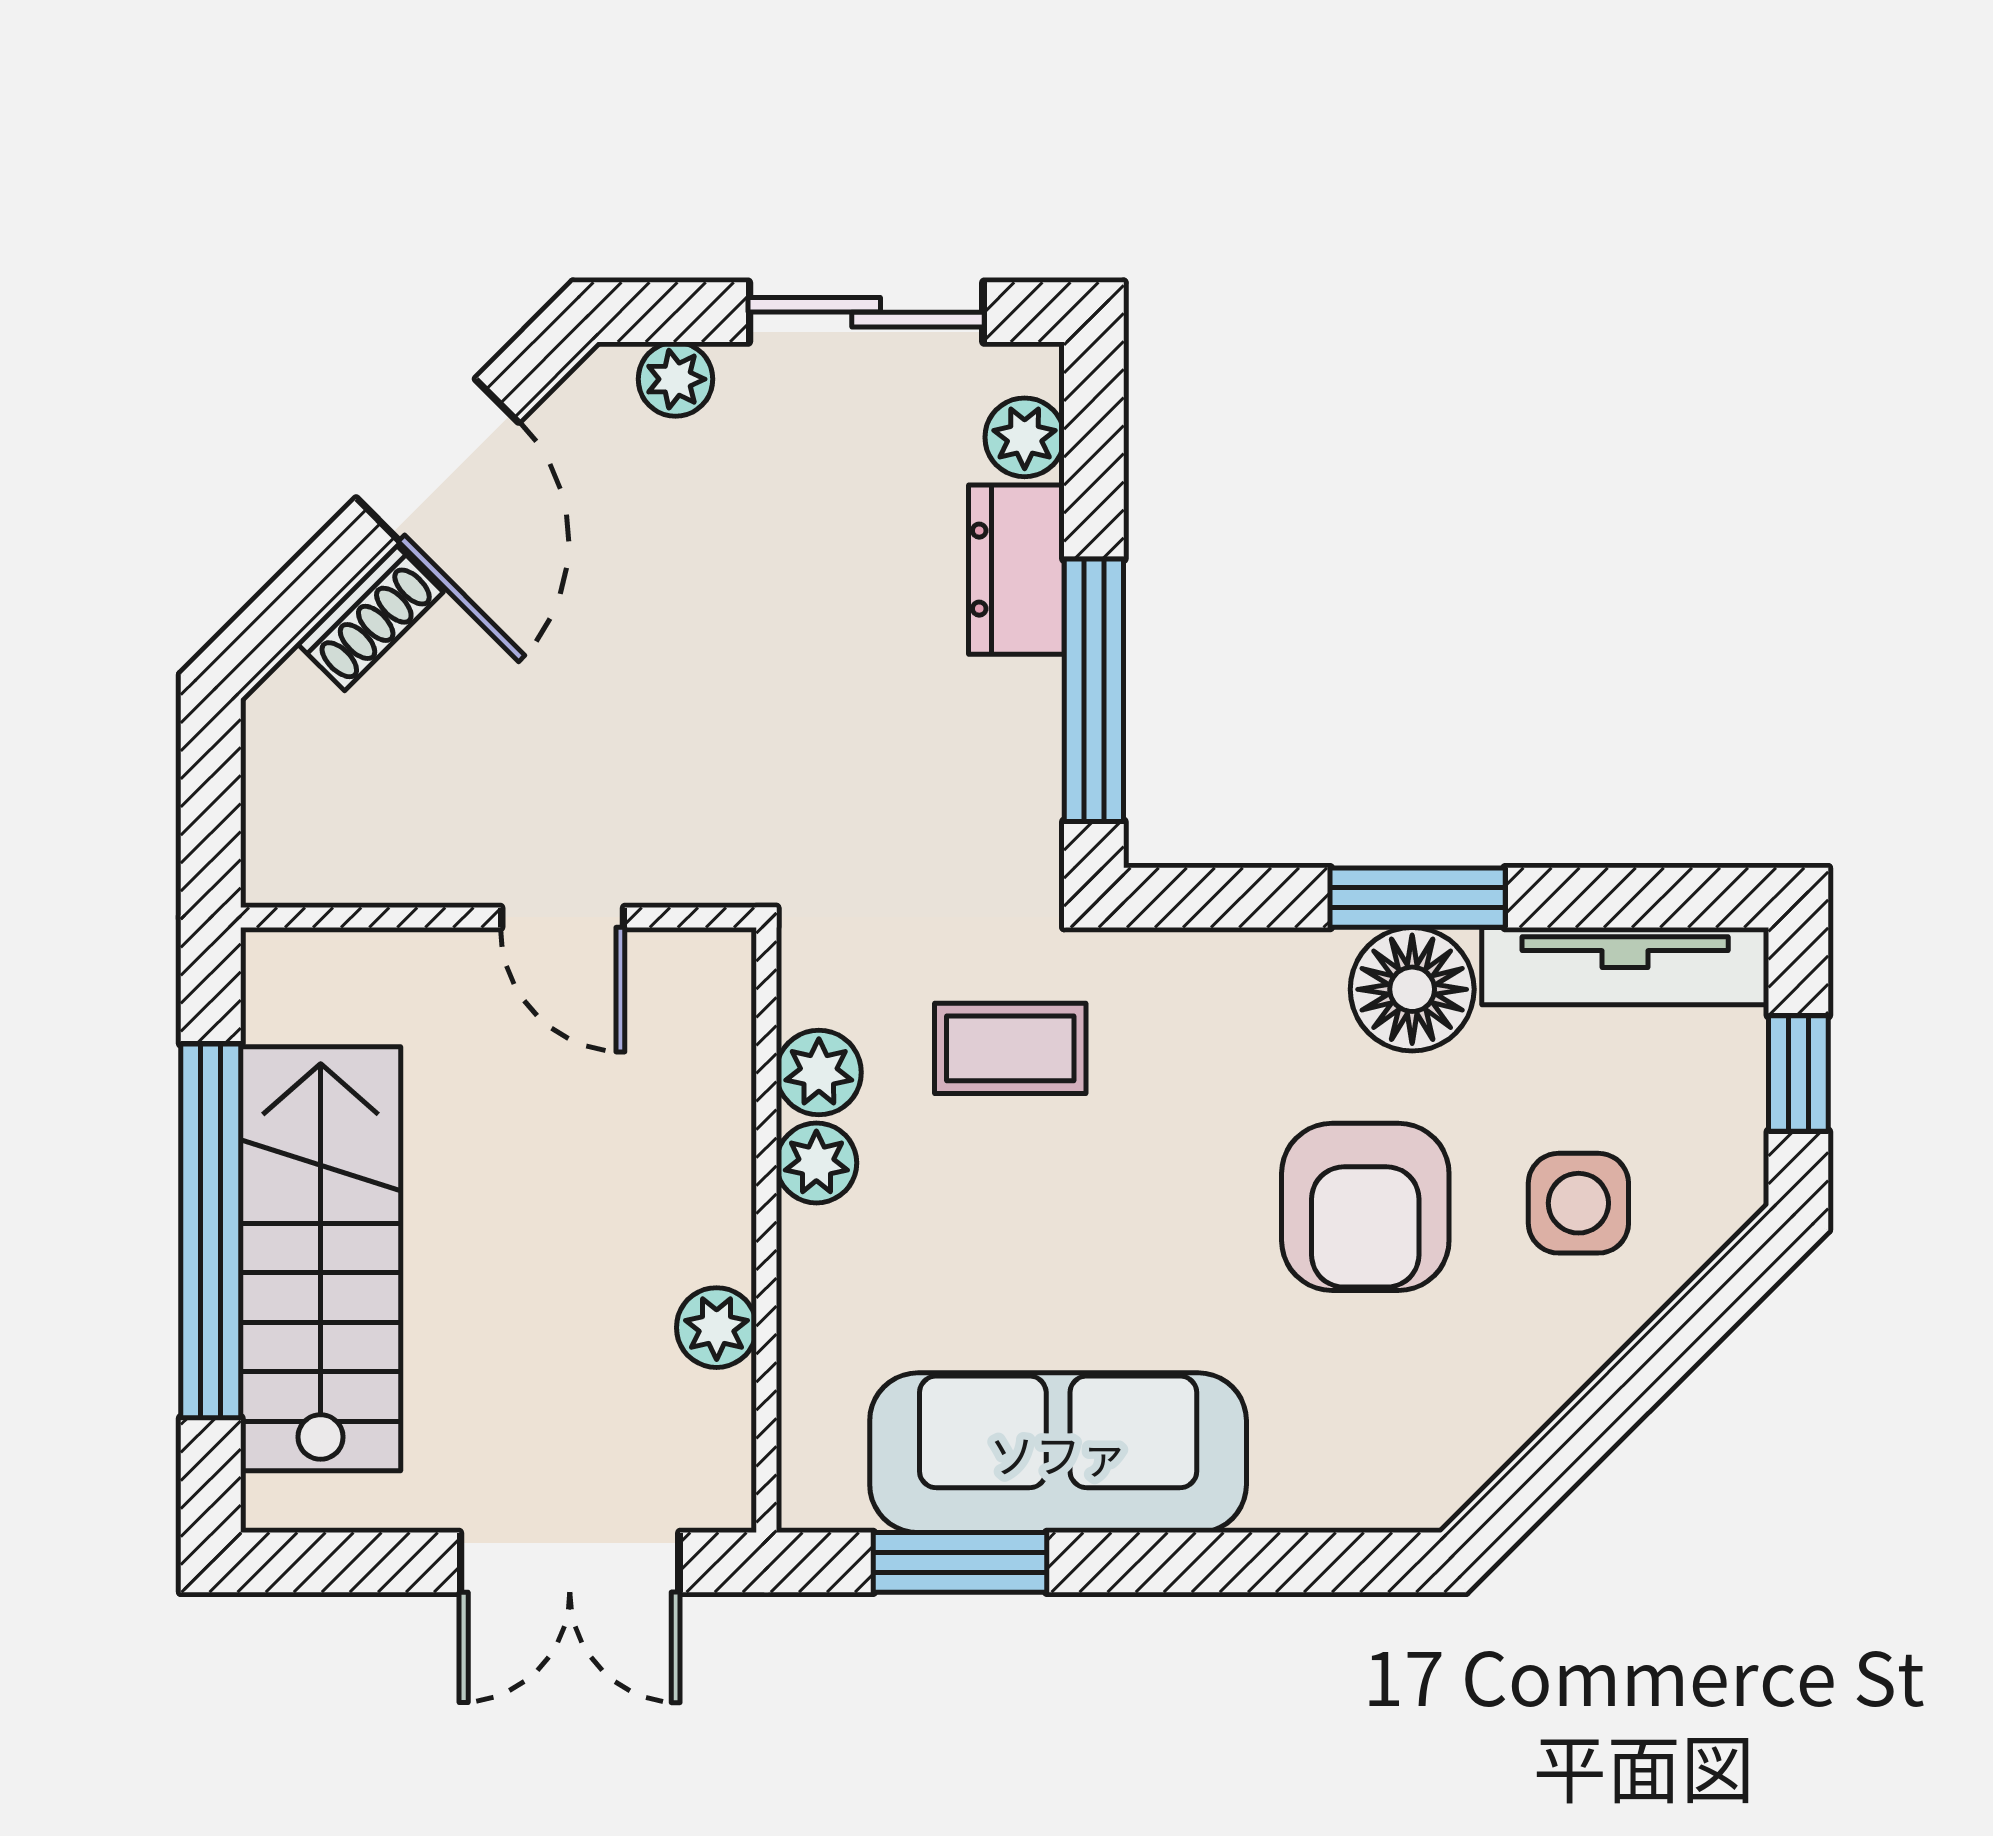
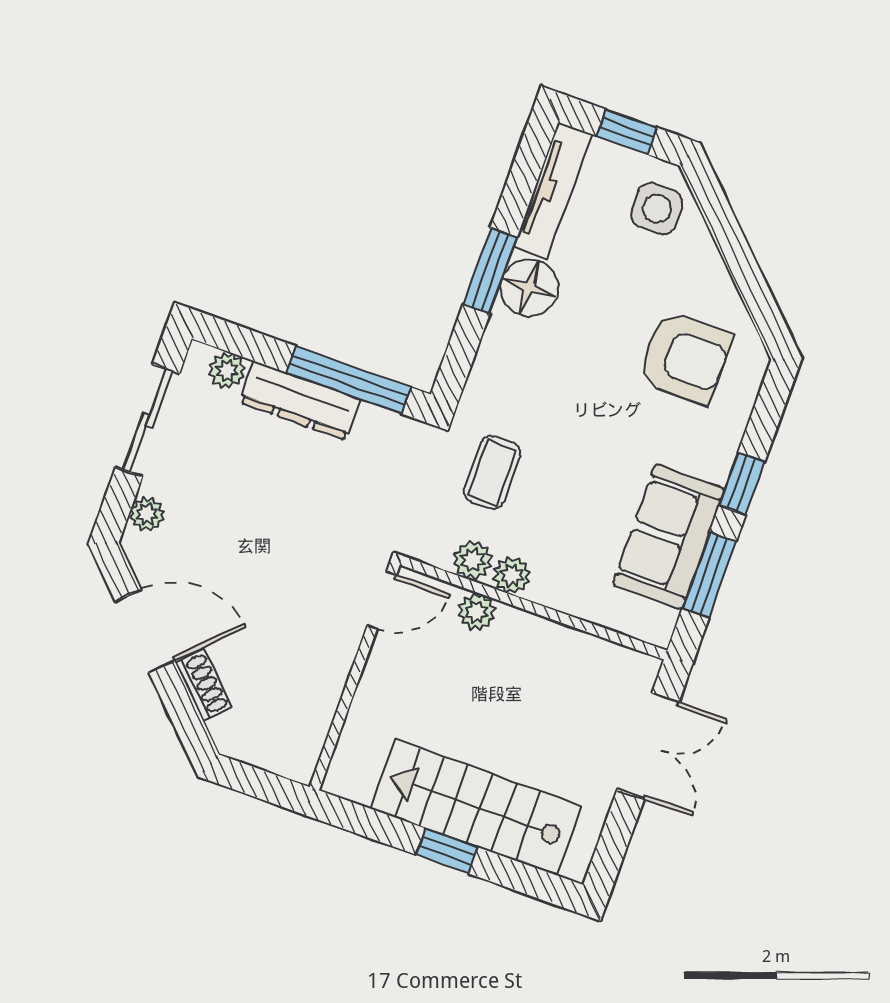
dresser: (1016, 570) -> (300, 401), width x1.44
door: (563, 917) -> (382, 600), moved
side table: (1578, 1203) -> (657, 209), moved
armchair: (1365, 1207) -> (685, 358), moved
window: (211, 1231) -> (447, 851), width x0.32
plant: (717, 1328) -> (477, 612), moved
sofa: (1058, 1453) -> (669, 537), width x0.73
window: (1169, 1562) -> (742, 484), added

